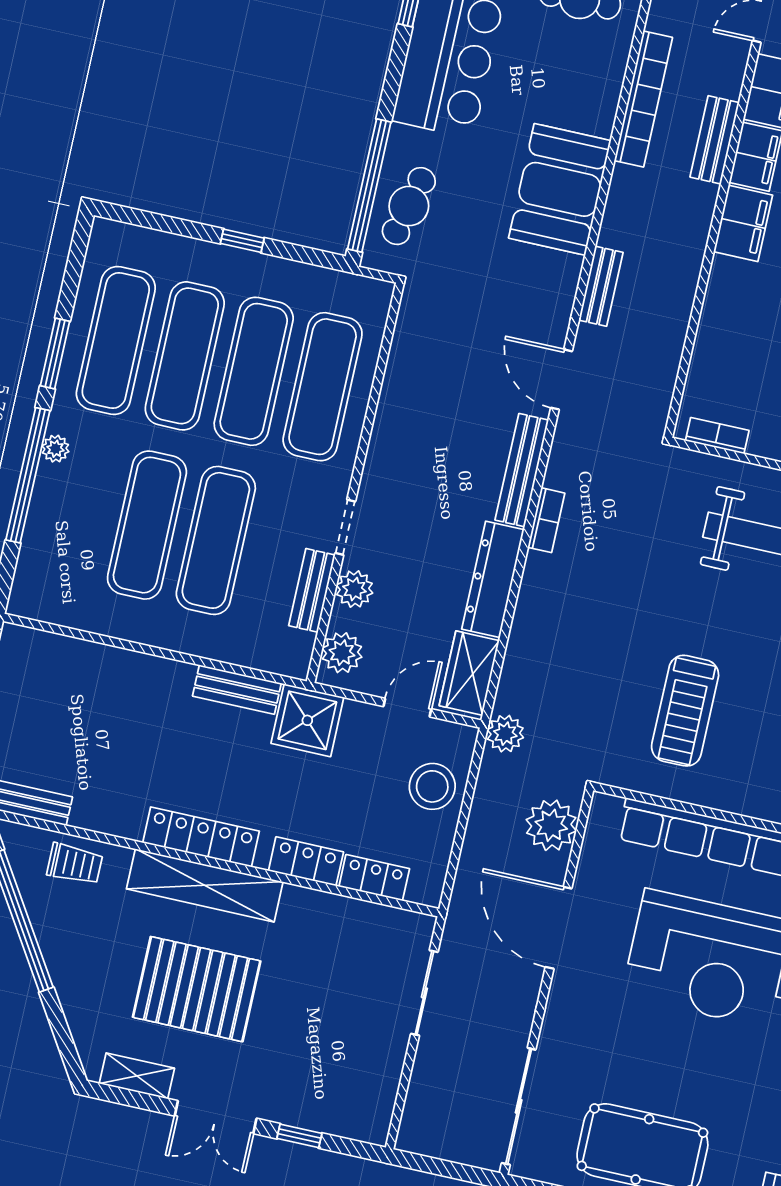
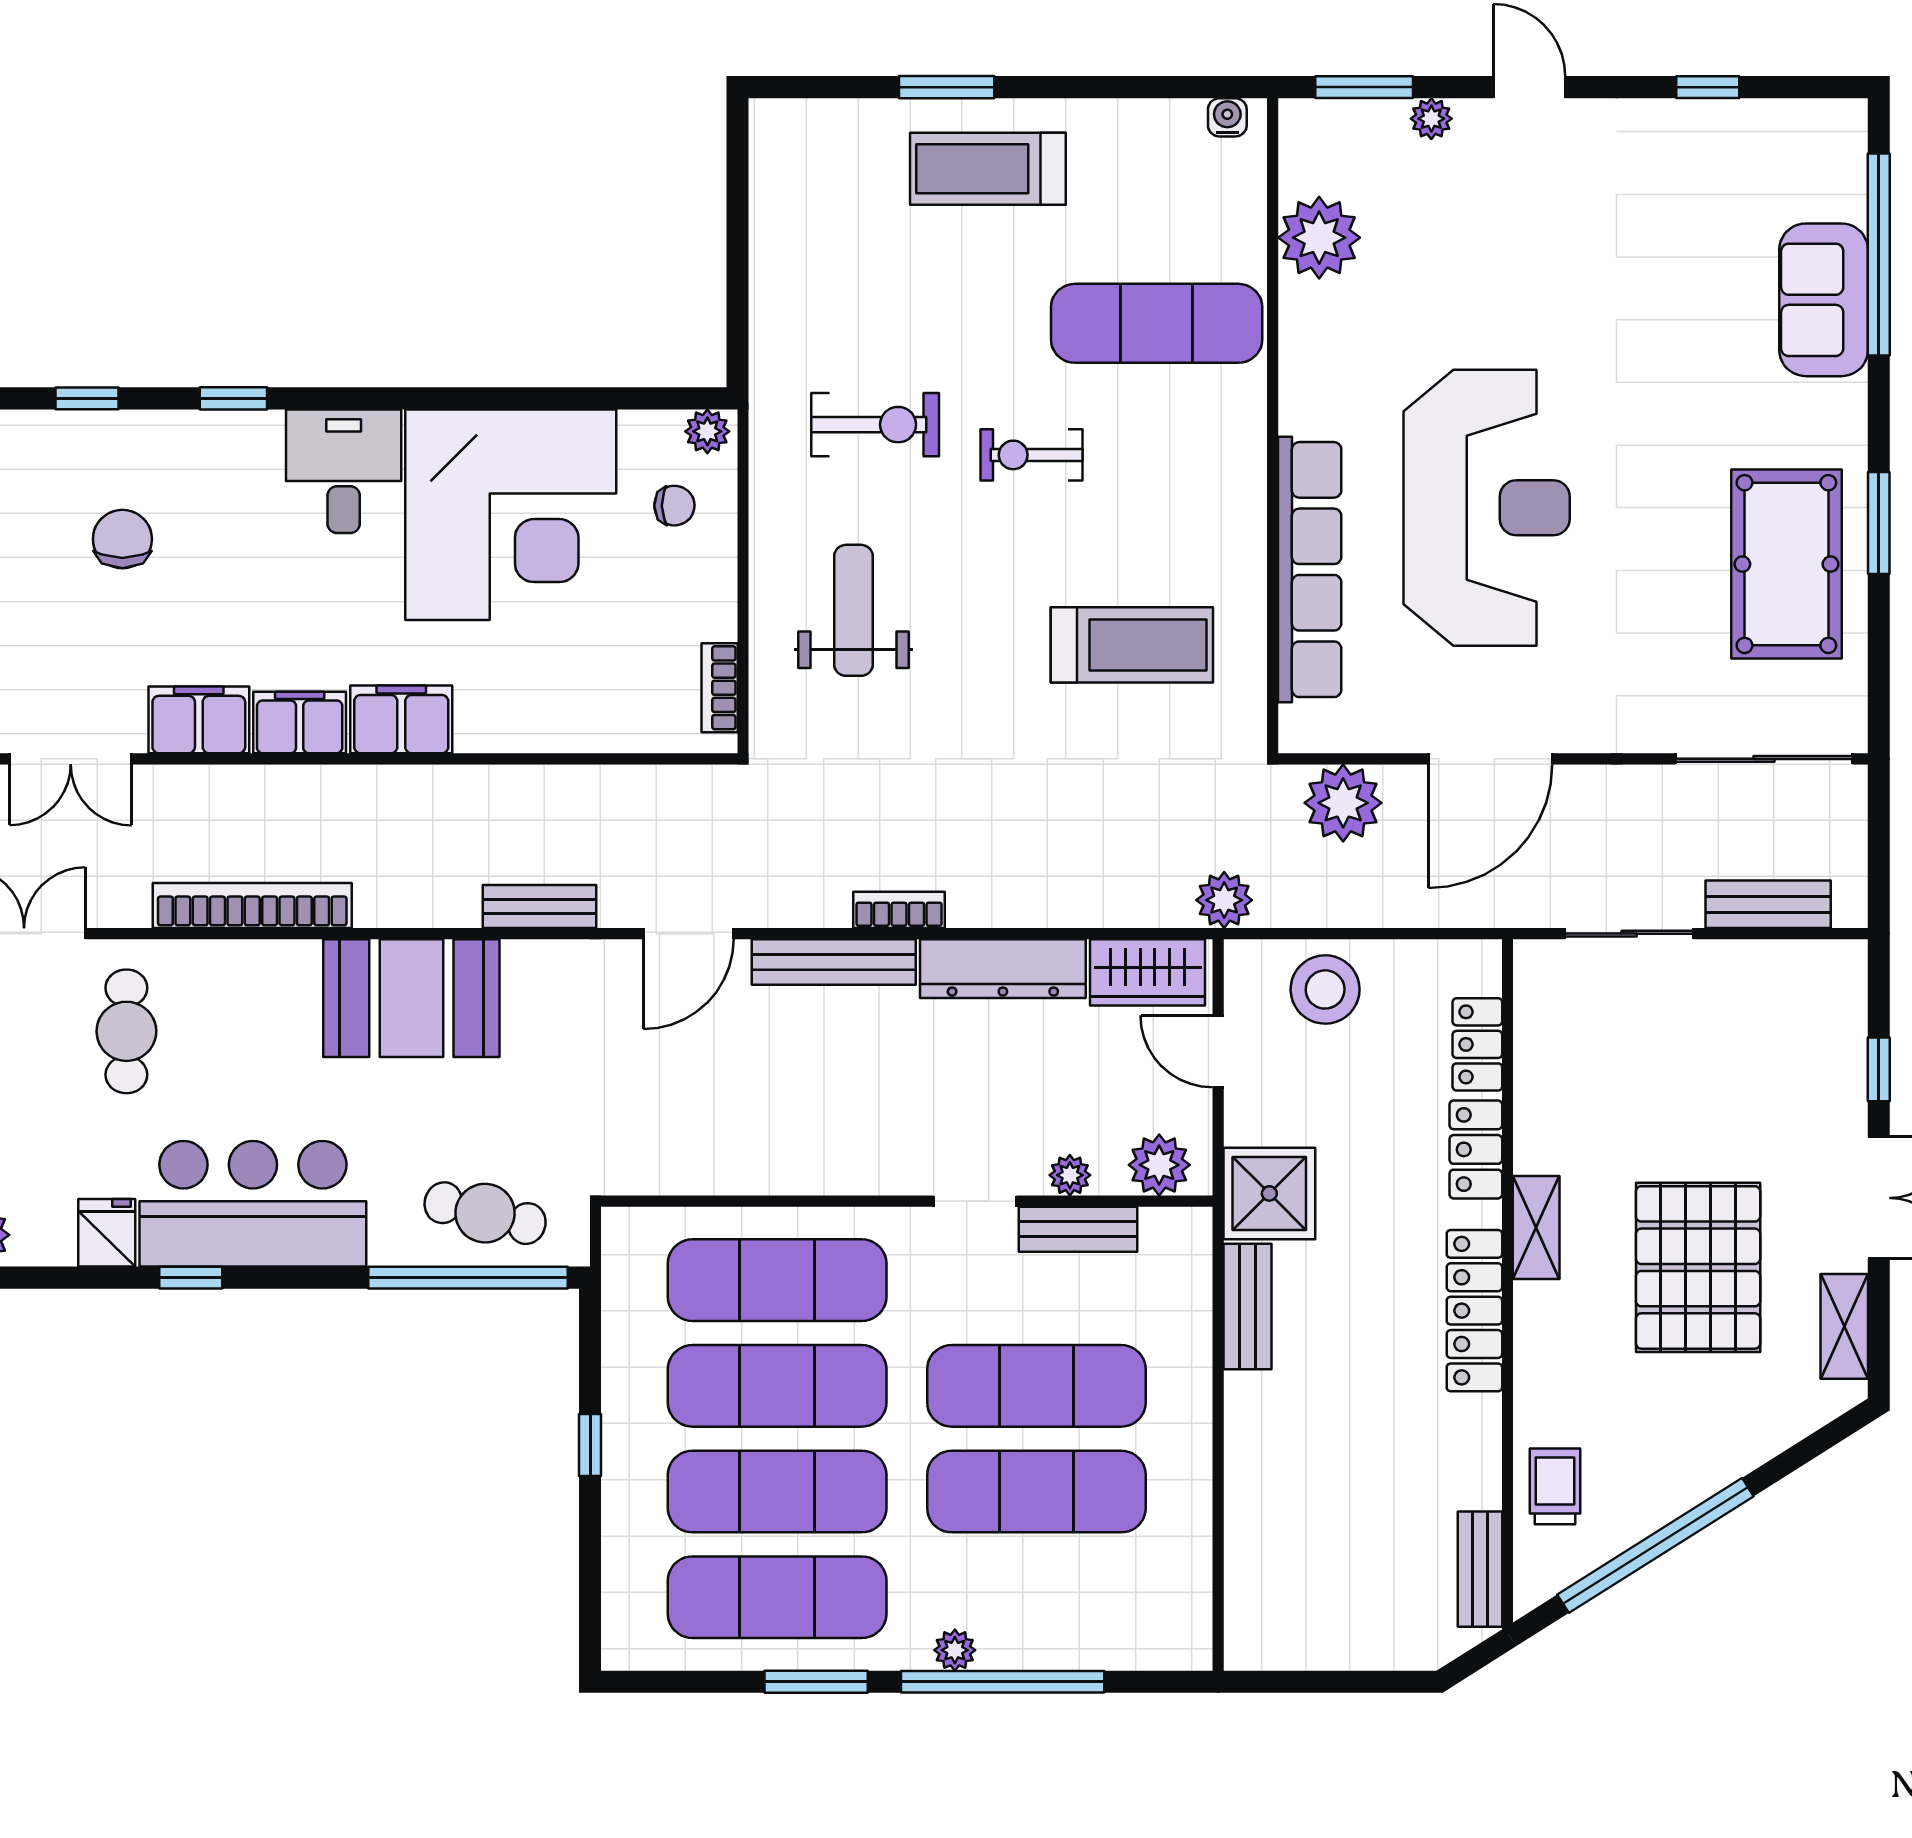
bench: (715, 140) -> (1768, 904), moved
plant: (354, 589) -> (1070, 1175), width x0.73, depth x0.73
shelving: (205, 885) -> (1536, 1228), width x0.45, depth x0.75

